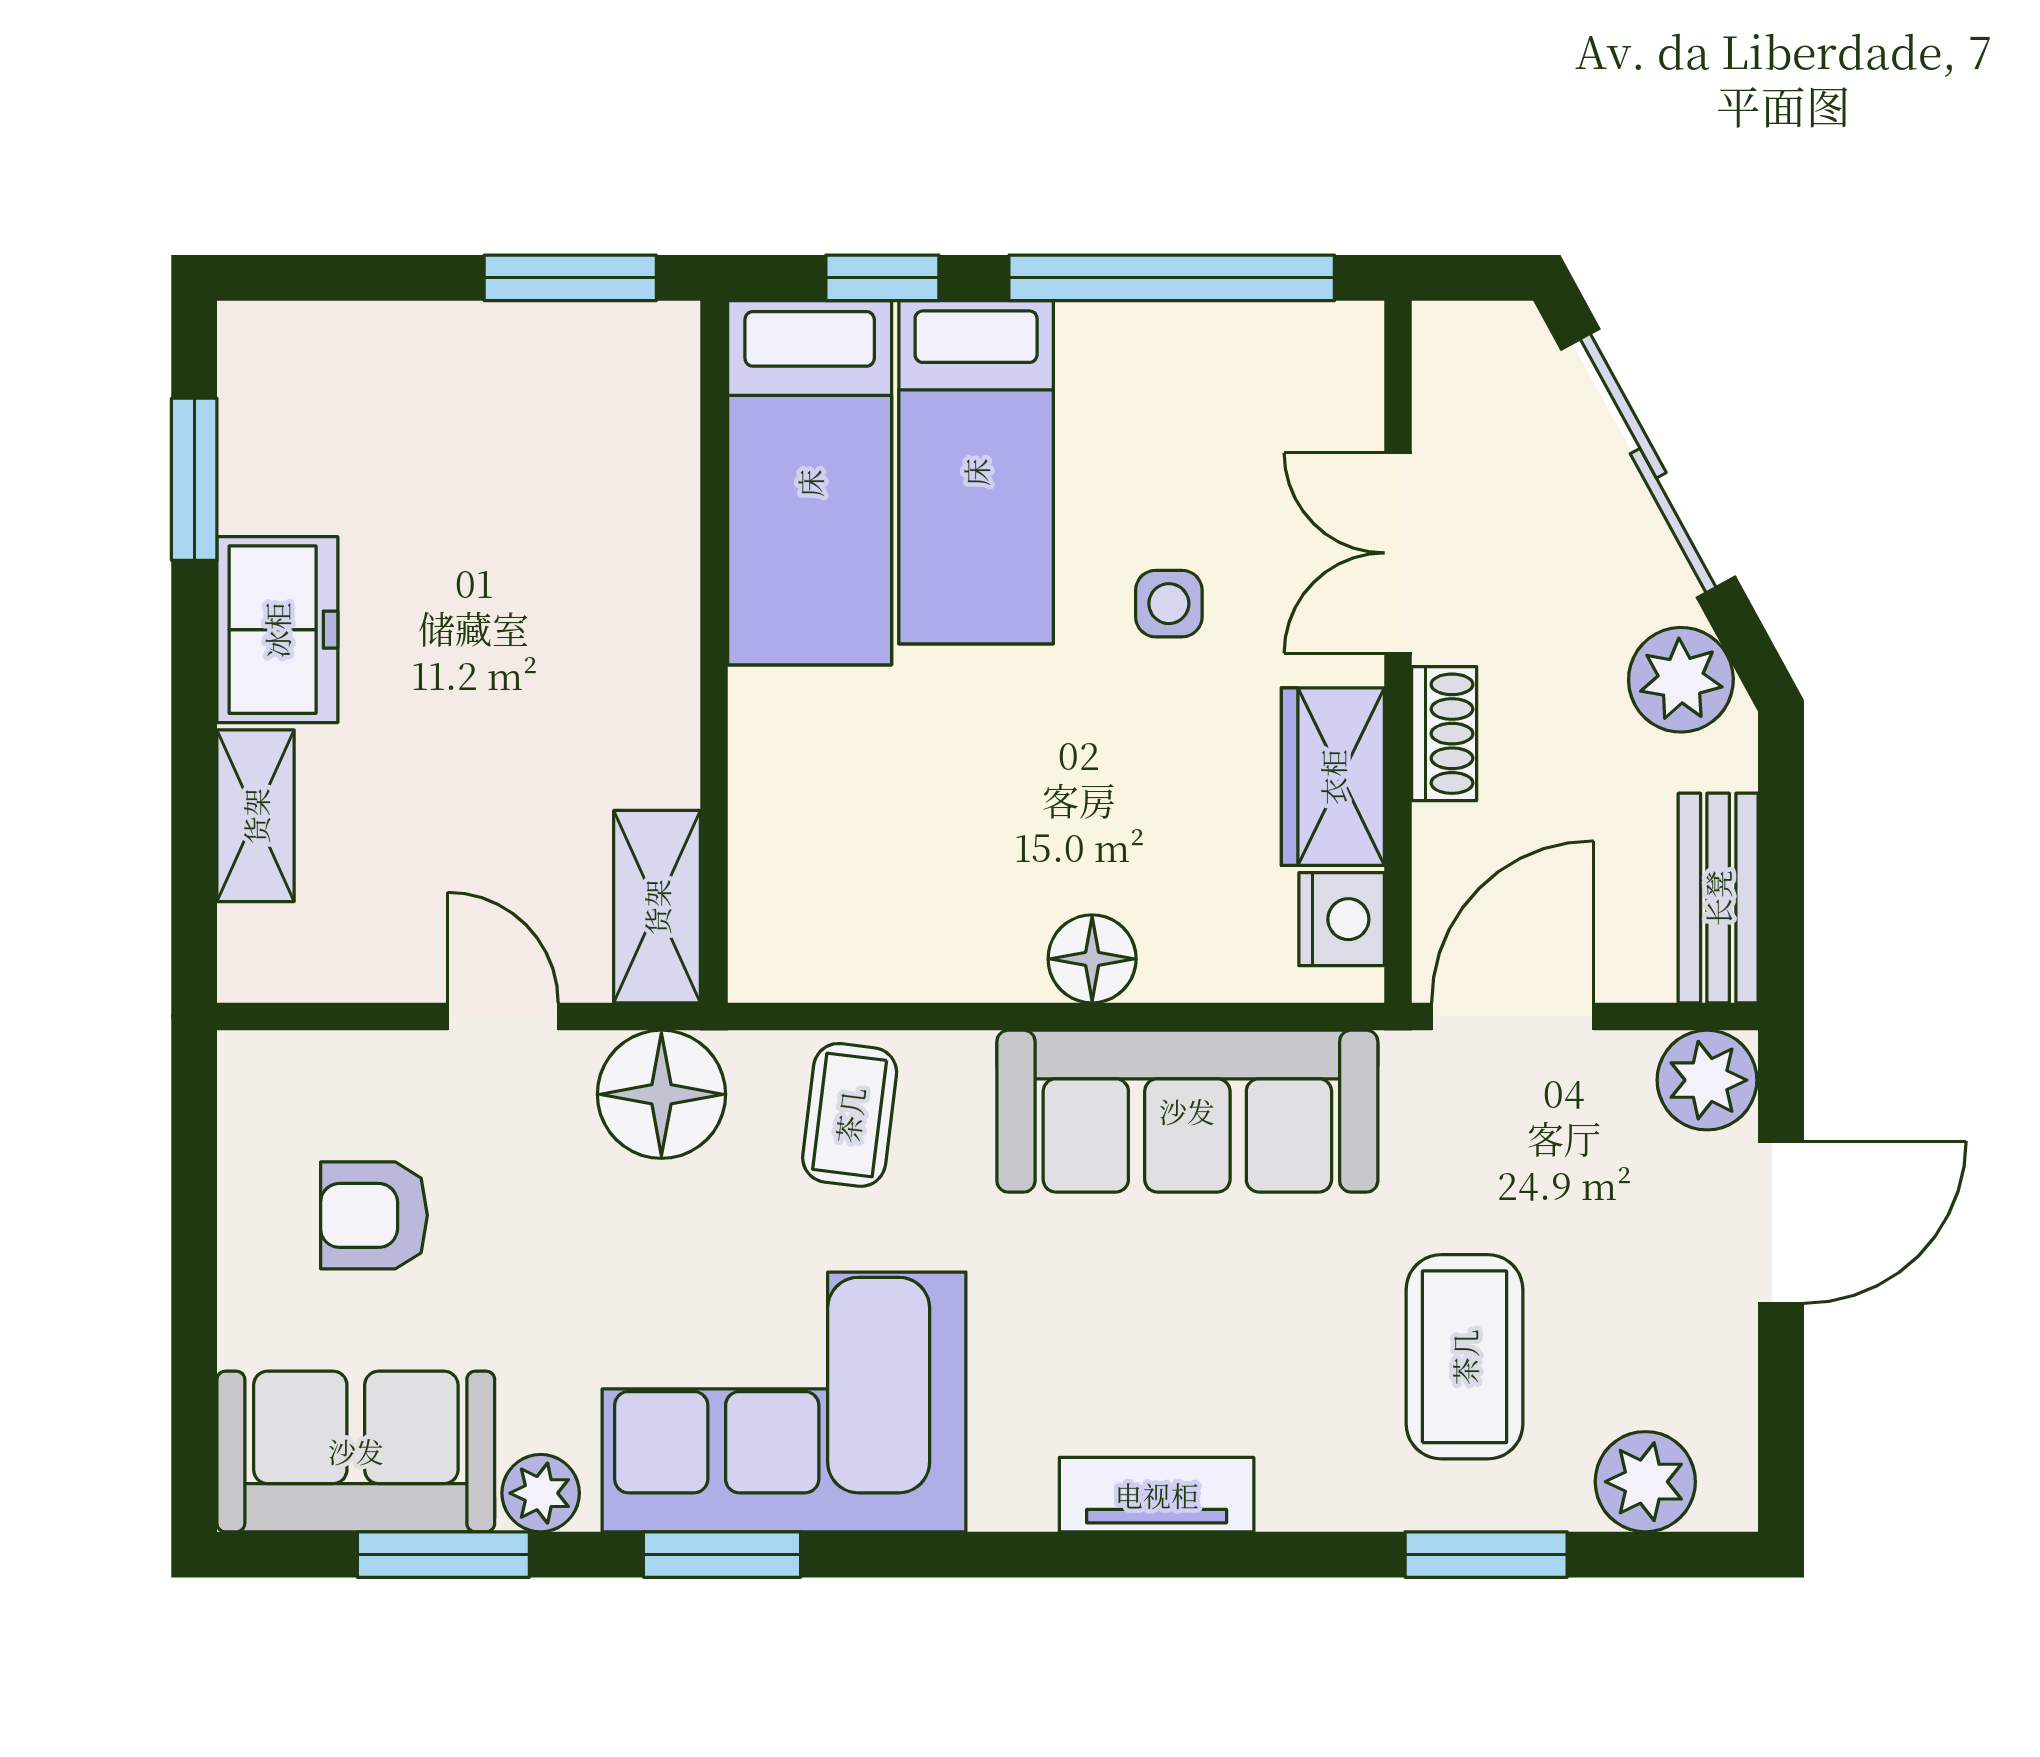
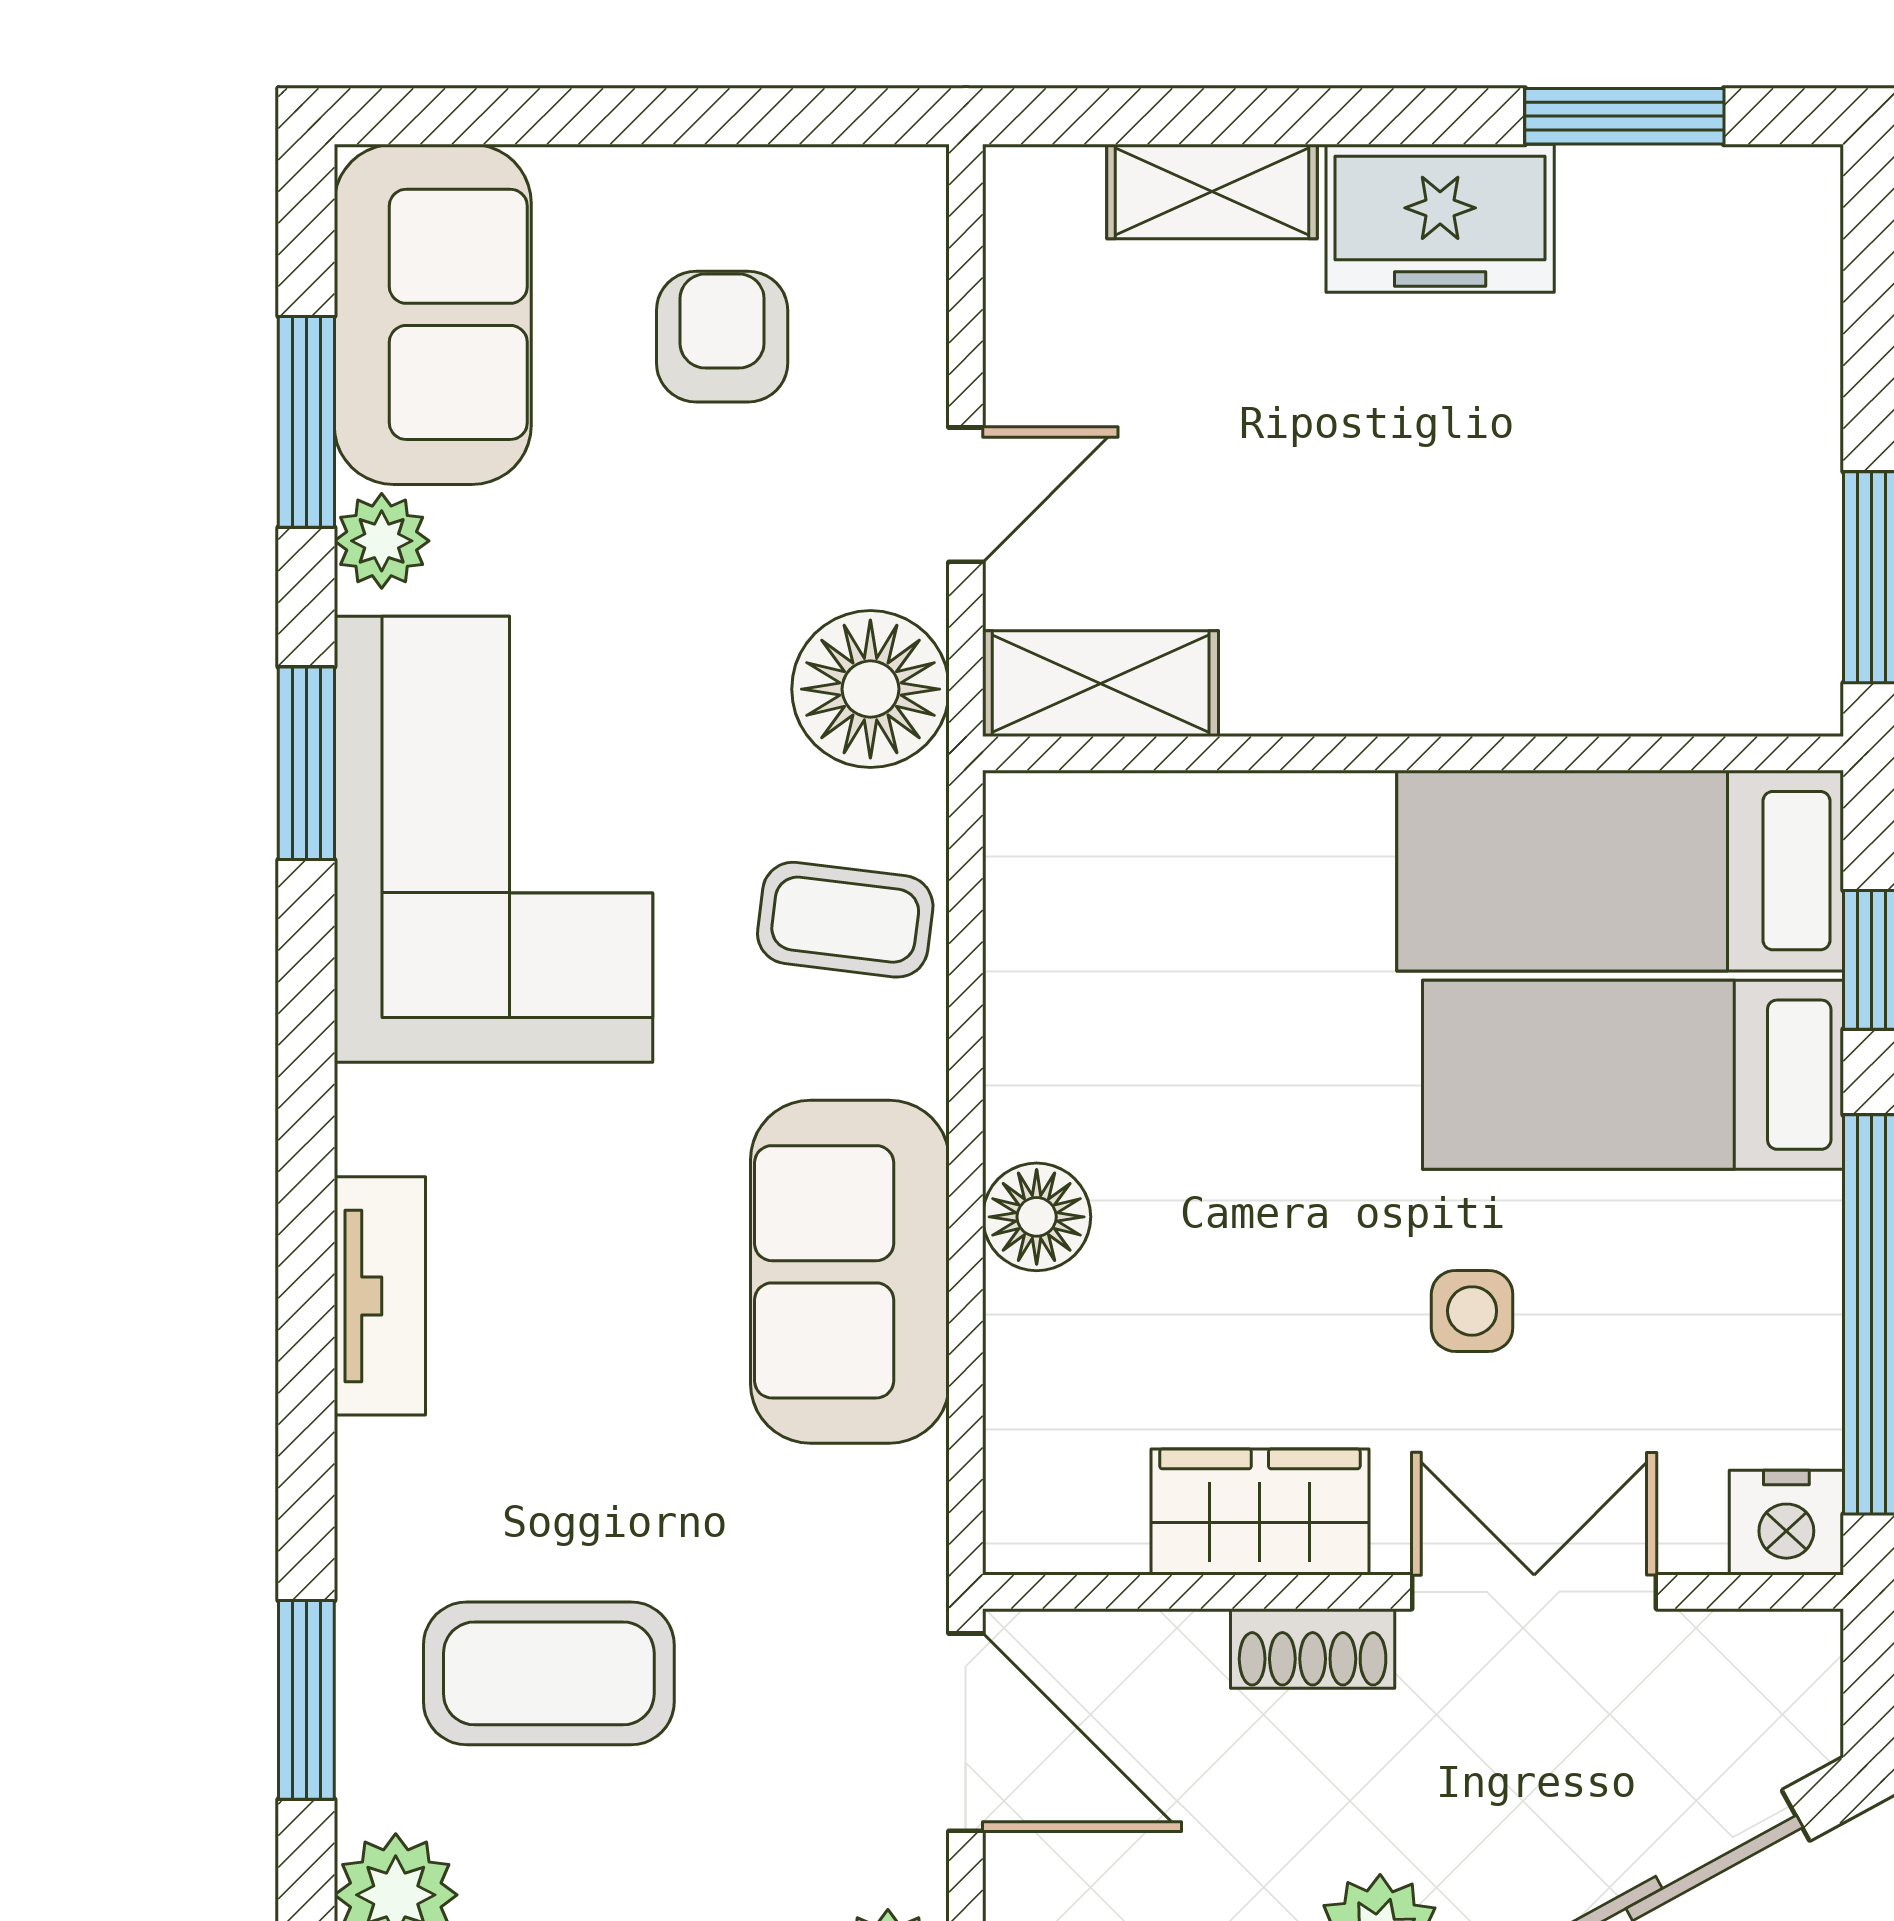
nightstand: (1342, 919) -> (1786, 1523), moved
sofa: (1187, 1111) -> (850, 1272), width x0.73

